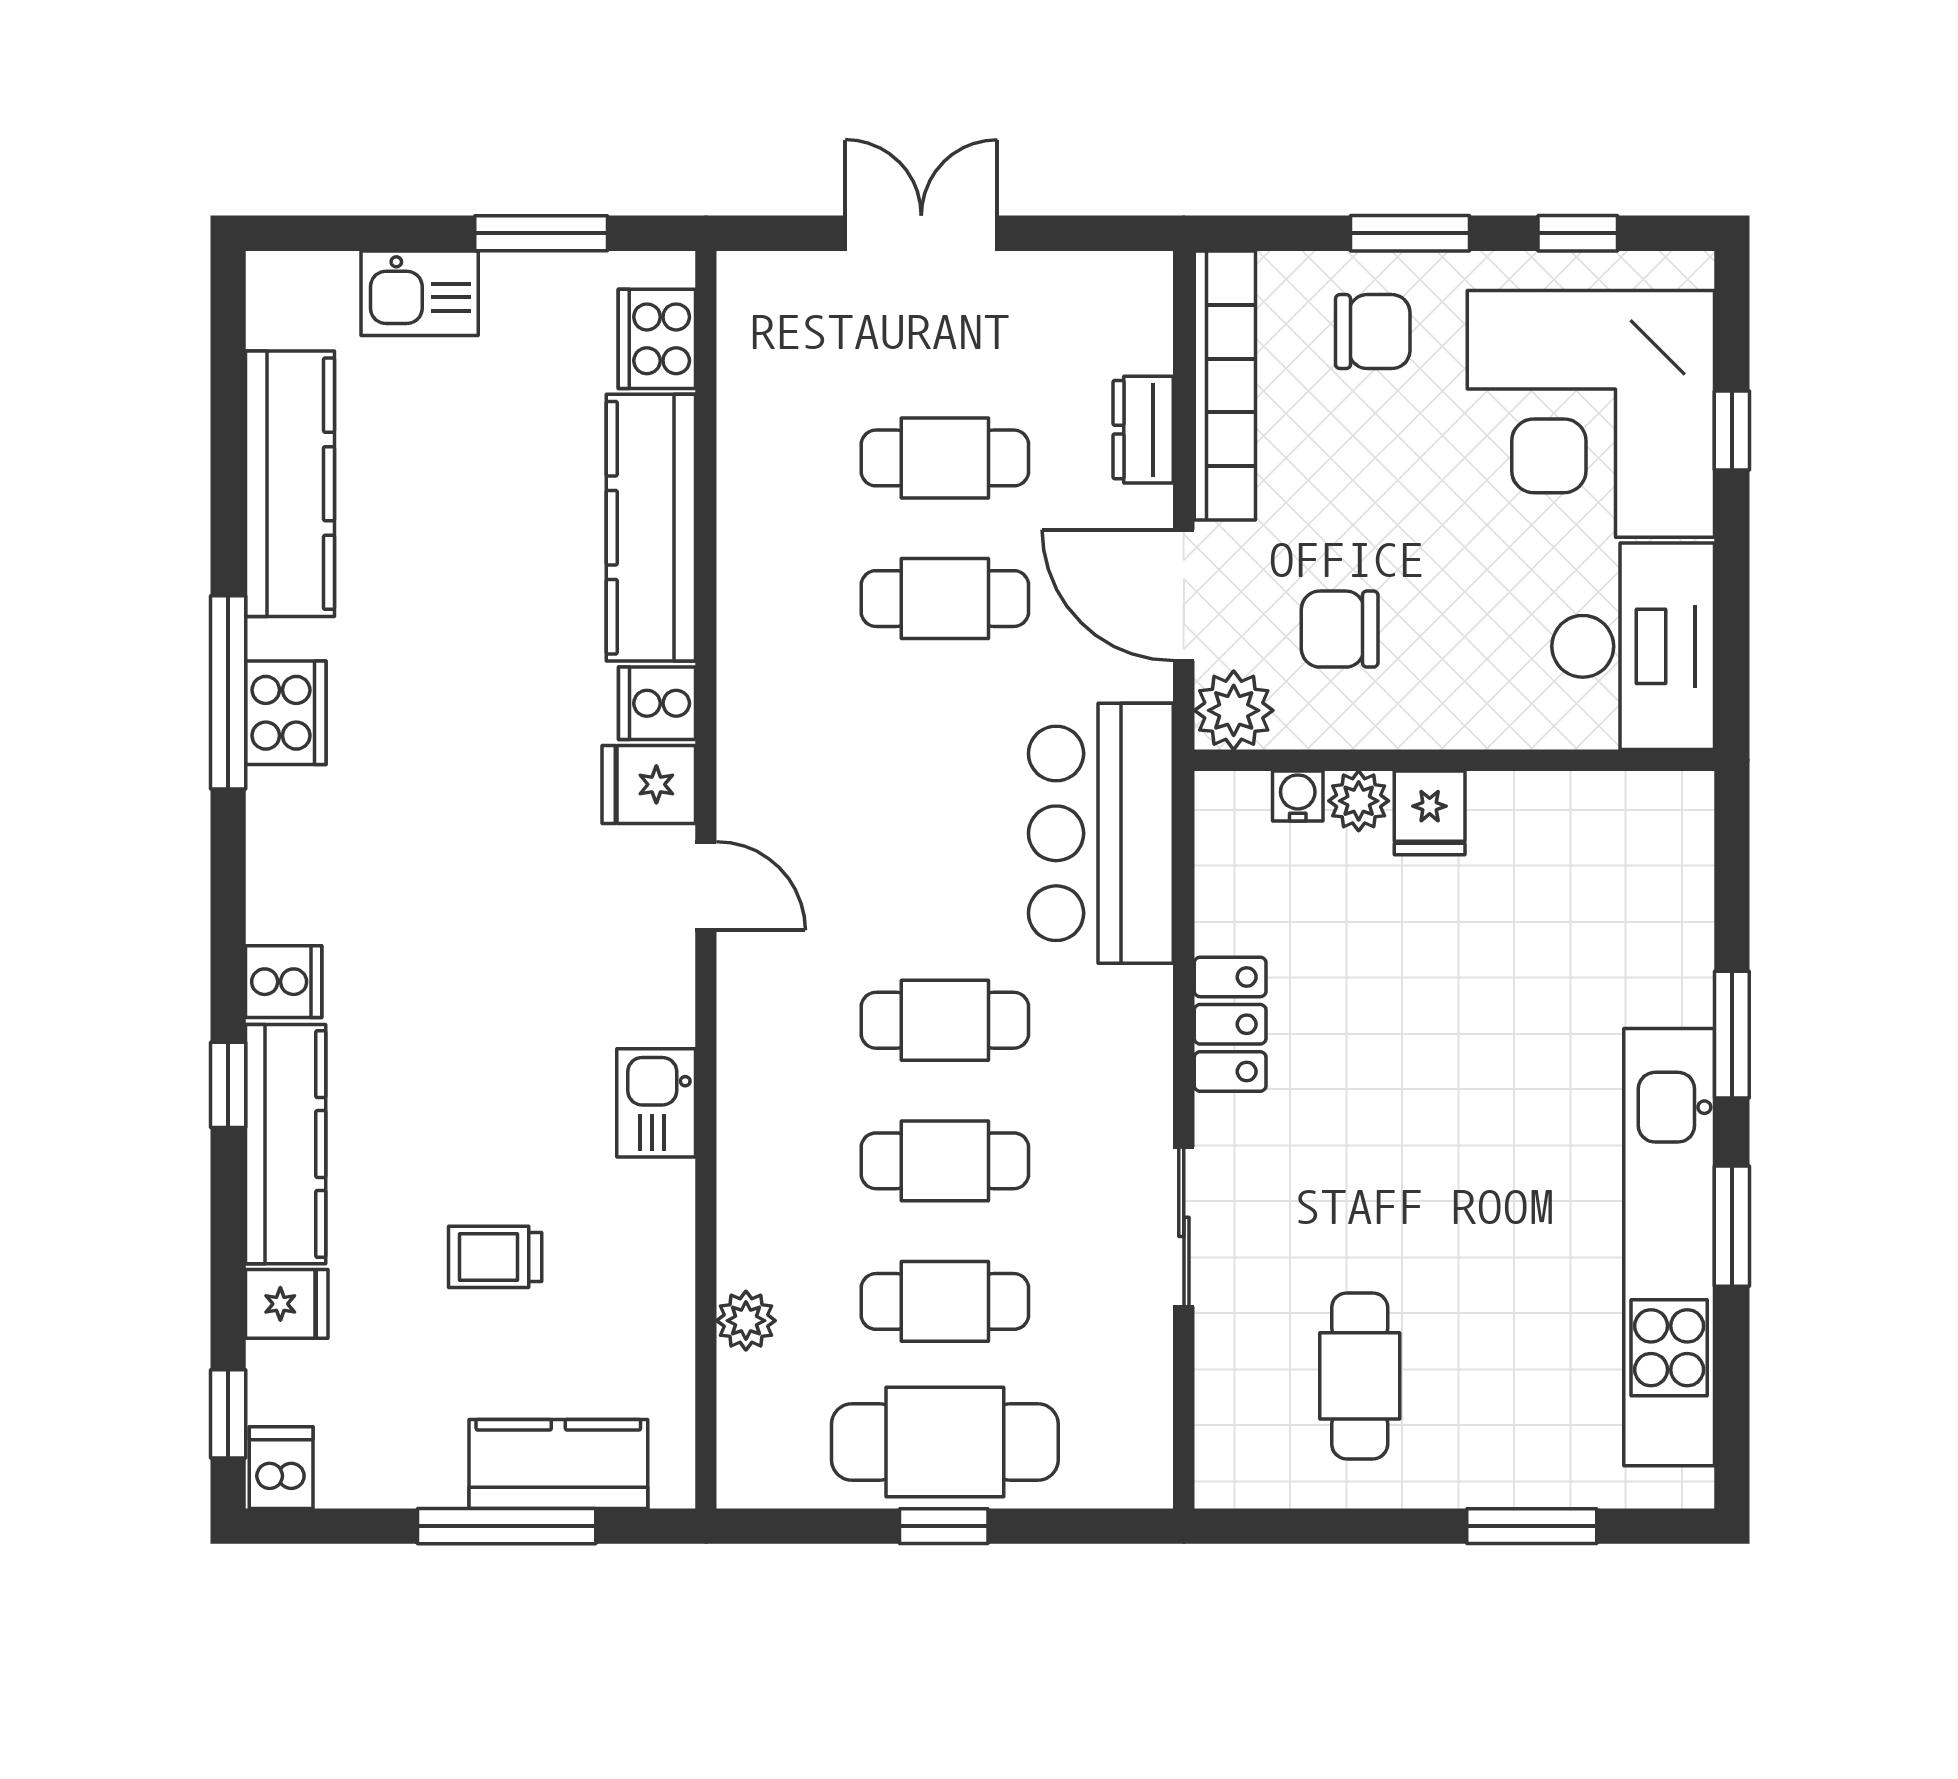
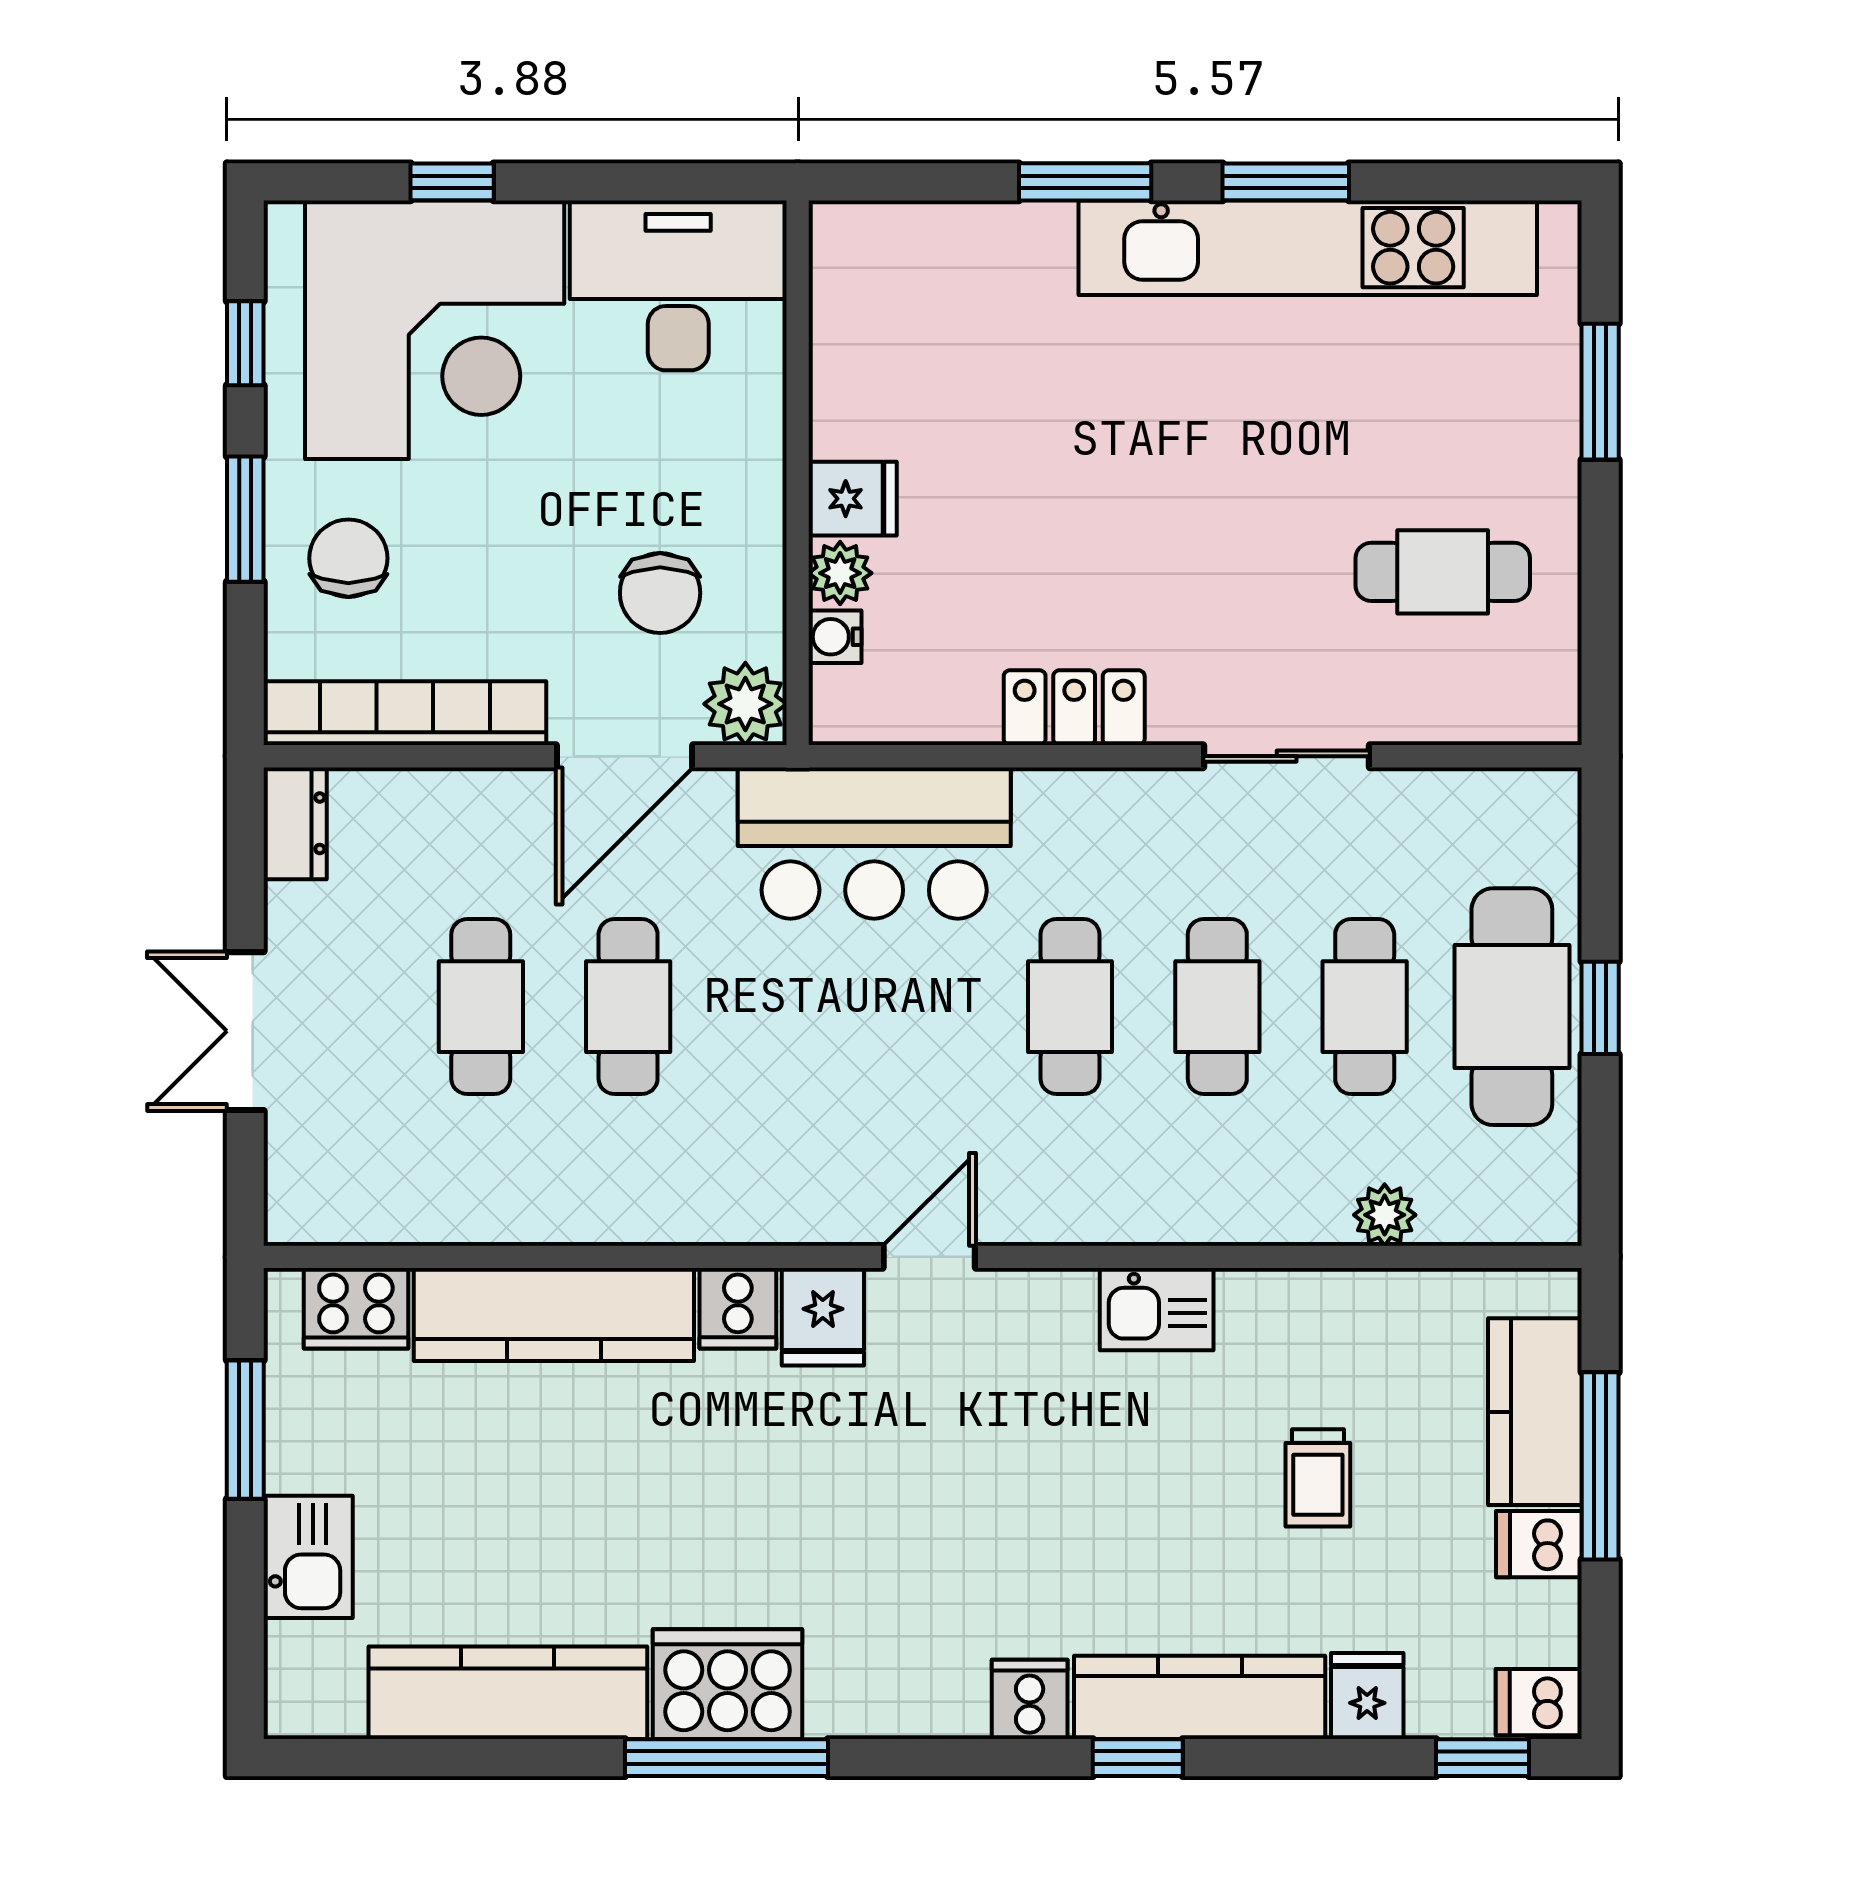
dresser: (1143, 430) -> (295, 823), moved, turned -90
cooker: (286, 713) -> (728, 1684), width x1.37, depth x1.31
dishwasher: (432, 1468) -> (1539, 1544), added

